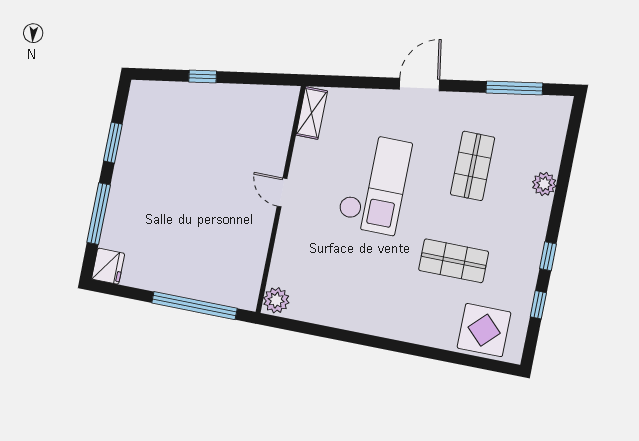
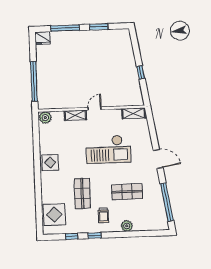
window: (203, 76) -> (141, 72), moved
window: (514, 88) -> (167, 202), width x1.46
trolley: (510, 228) -> (103, 215), added
shelving: (286, 236) -> (75, 115), added
display table: (373, 313) -> (50, 163), added

